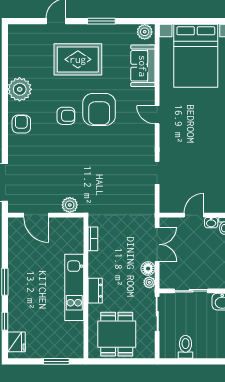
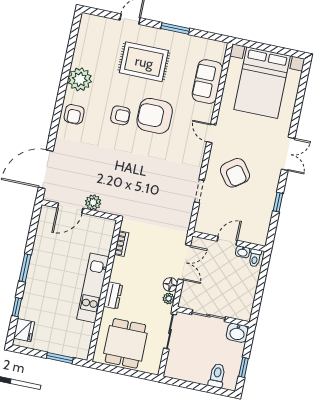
plant: (145, 32) -> (216, 48), removed
armchair: (99, 109) -> (155, 116), turned 90
armchair: (21, 124) -> (74, 114), turned 180
armchair: (188, 148) -> (235, 173), added
plant: (70, 205) -> (93, 202), moved
door: (36, 215) -> (70, 208), hinge flipped
toilet: (186, 347) -> (217, 376), moved

